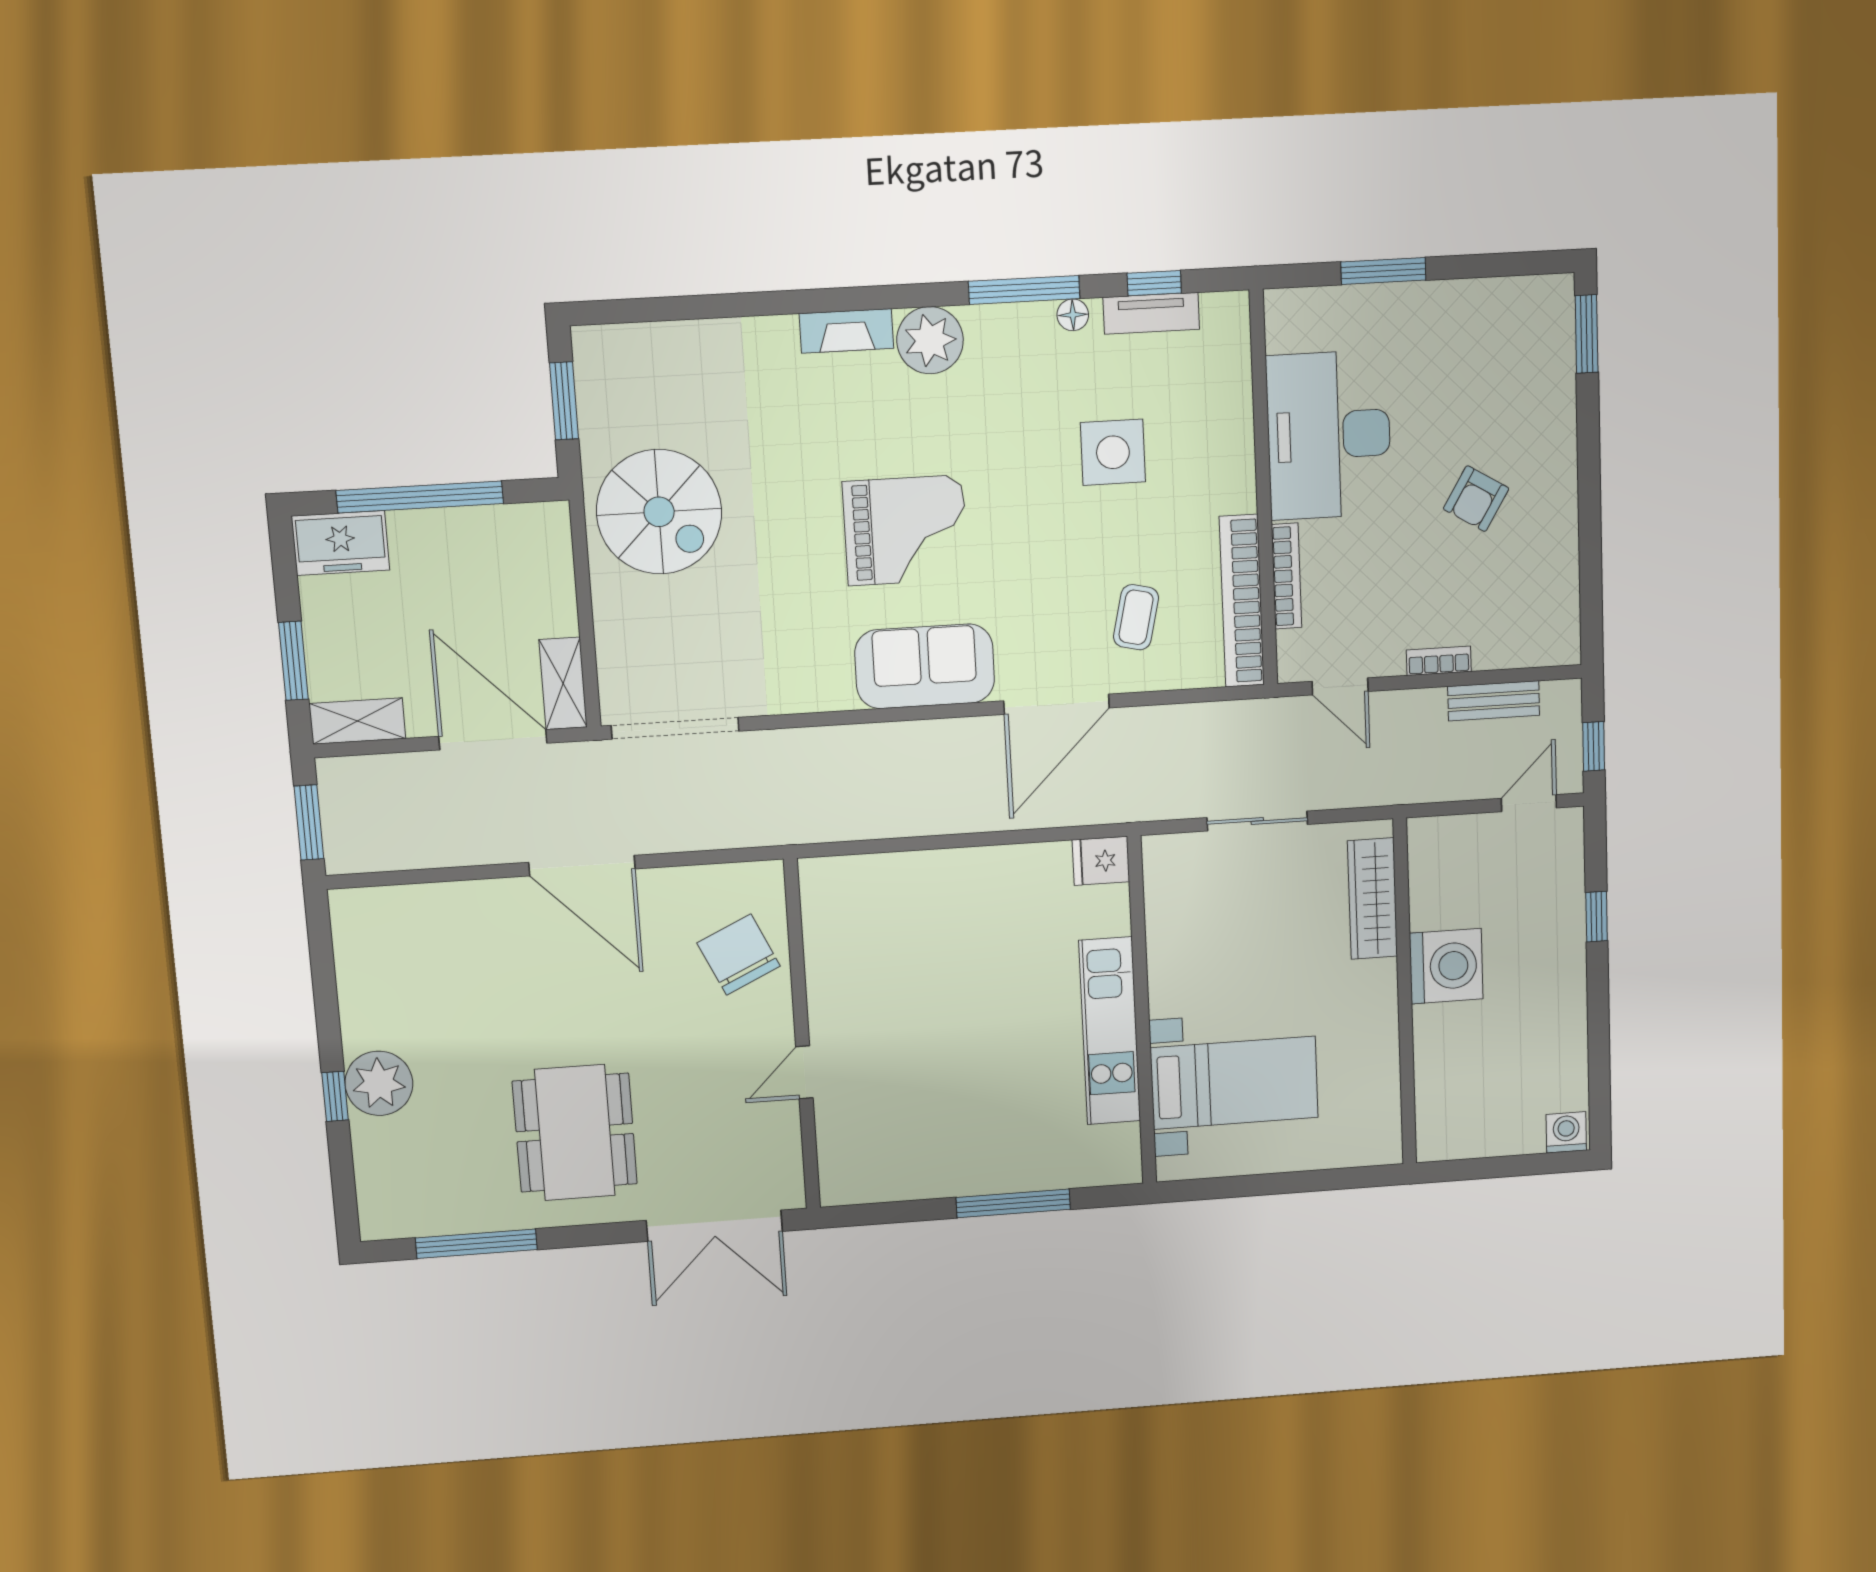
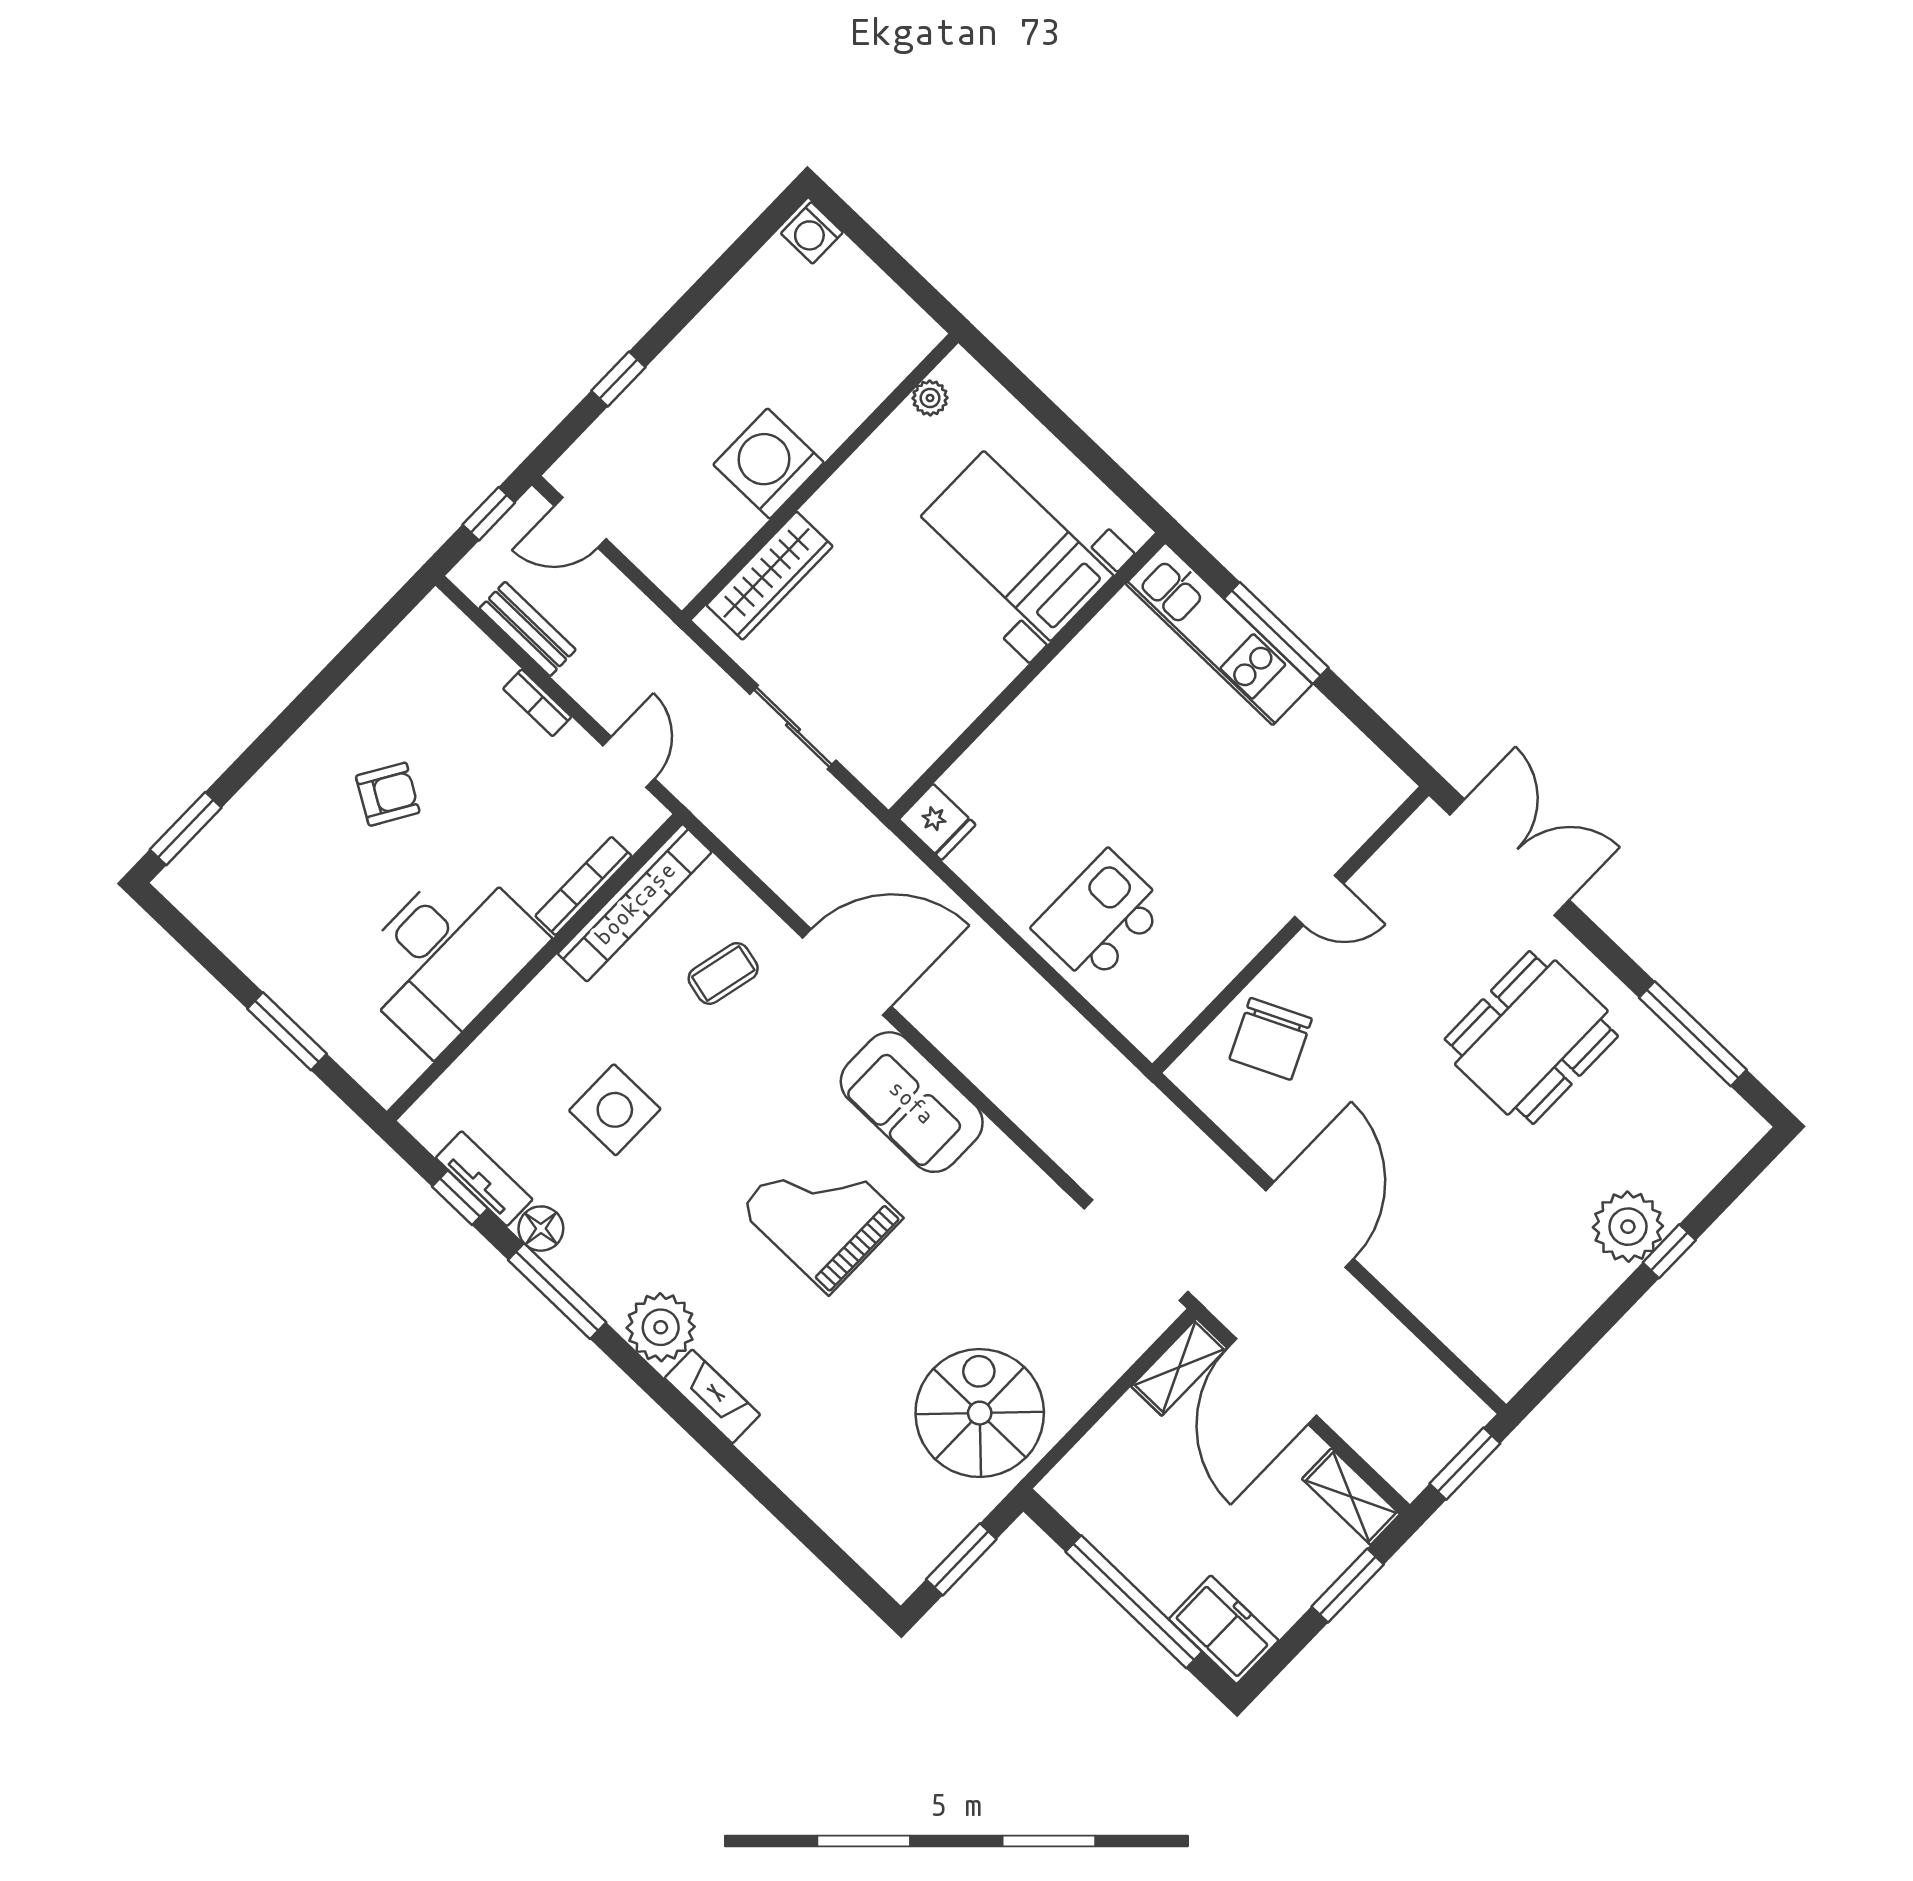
floor lamp: (1073, 315) -> (541, 1229), width x1.37, depth x1.37
kitchen island: (932, 913) -> (1100, 917), added
kitchen unit: (1110, 1031) -> (1219, 634), moved, turned 90
plant: (1386, 1113) -> (930, 398), added

